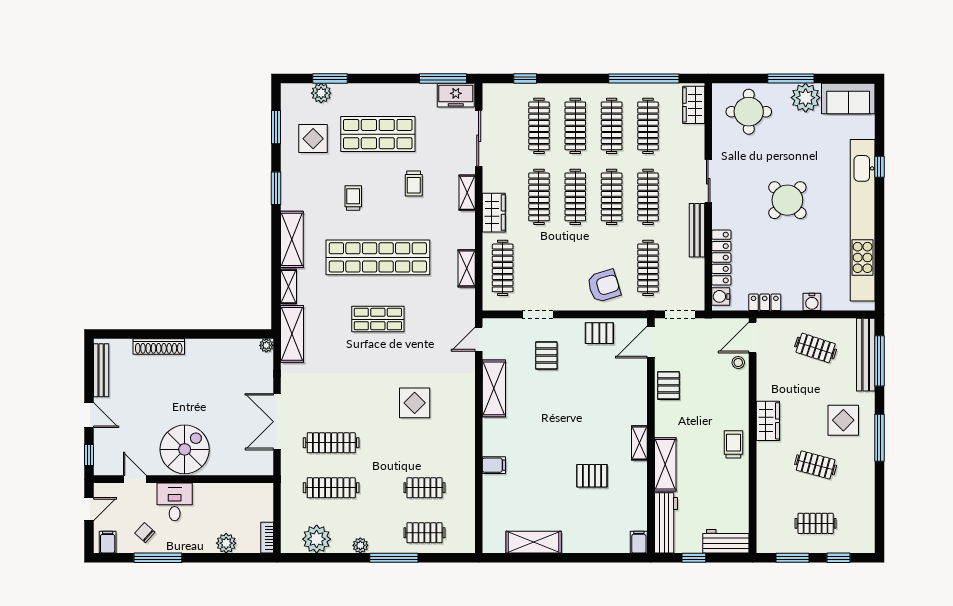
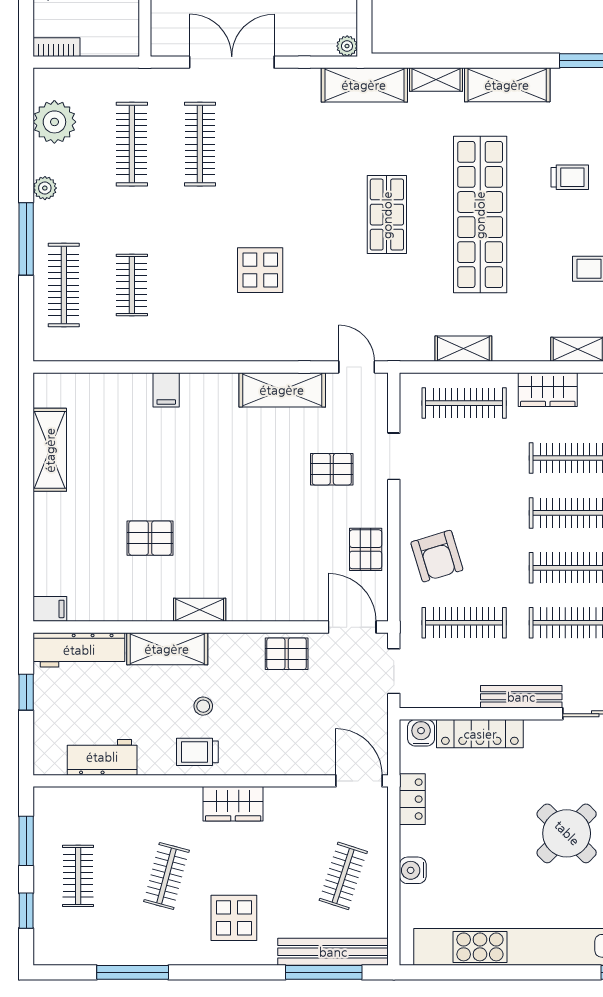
stool: (738, 362) -> (203, 706), moved
window: (879, 438) -> (133, 972), moved
trolley: (733, 444) -> (197, 752), turned 180
pallet: (592, 476) -> (150, 538), turned 90
clothes rail: (424, 533) -> (64, 285), width x1.36
workbench: (726, 541) -> (102, 757), moved, turned -90

